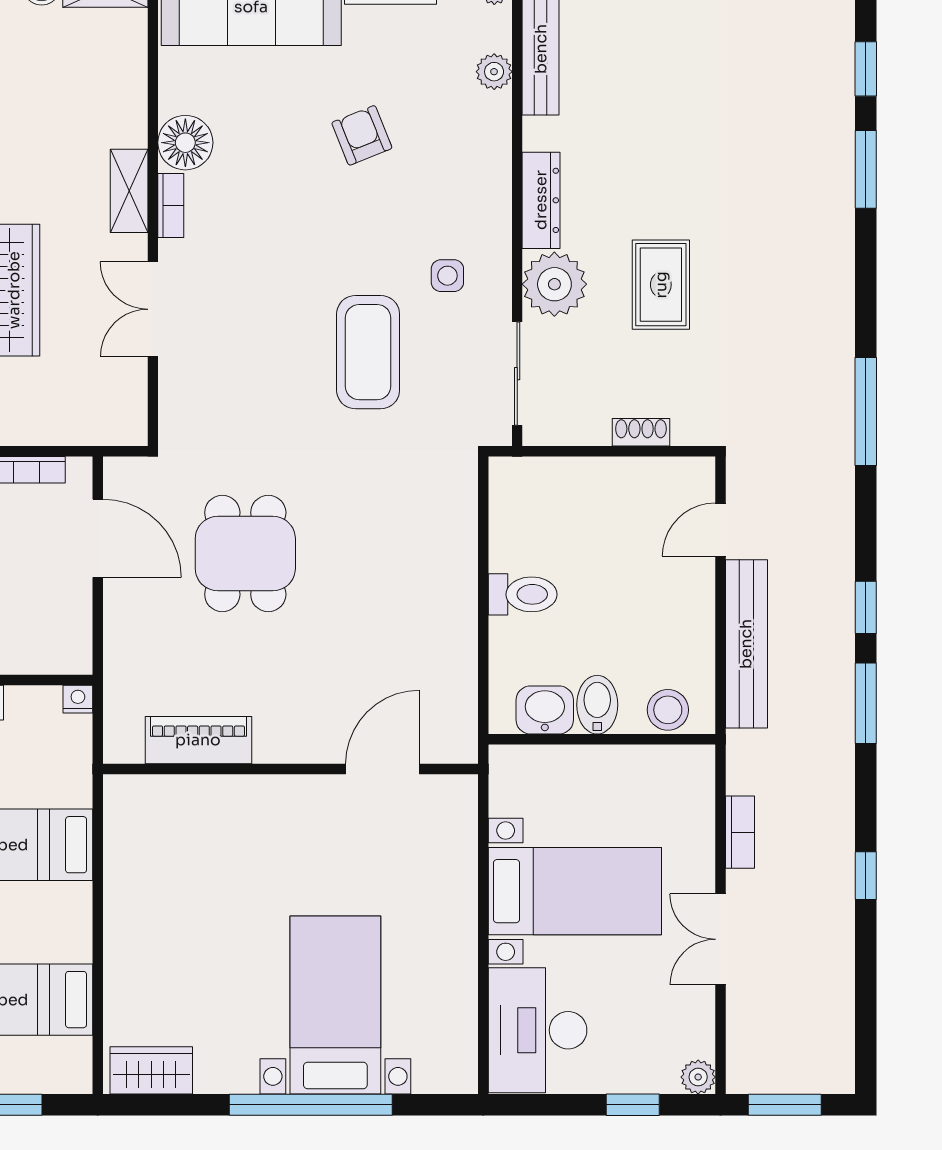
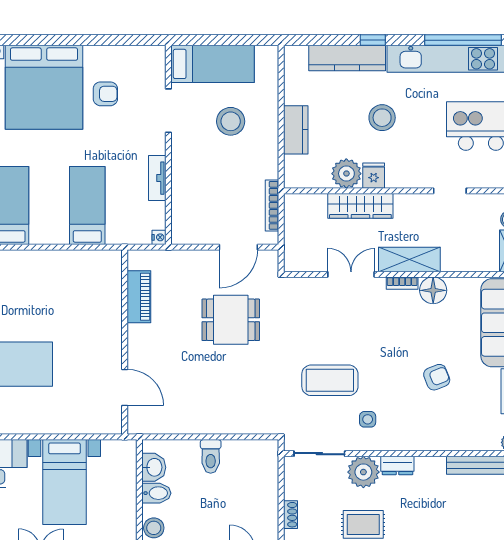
plant: (494, 72) -> (468, 442), removed
shelving: (129, 191) -> (409, 259), width x1.50, depth x1.33
dresser: (541, 200) -> (397, 465), width x0.70

